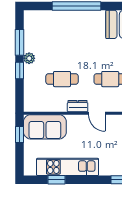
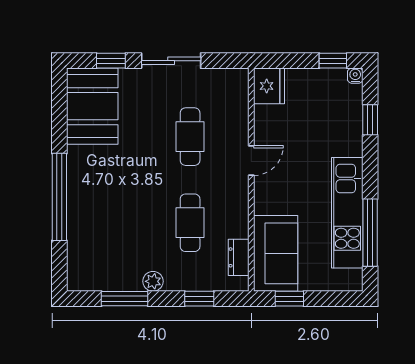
window: (20, 71) -> (199, 299), moved
dresser: (78, 106) -> (239, 257), moved
window: (56, 180) -> (370, 233), width x2.17

